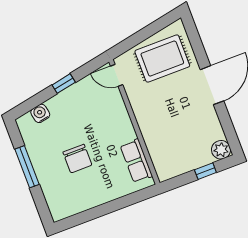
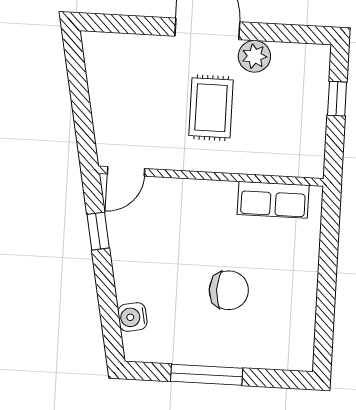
rug: (162, 59) -> (211, 108), moved, width x0.73, depth x0.70
window: (64, 84) -> (98, 231), moved
plant: (221, 150) -> (254, 56), moved

